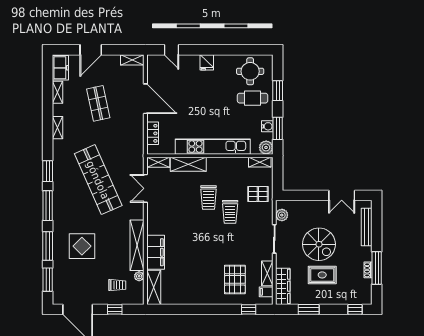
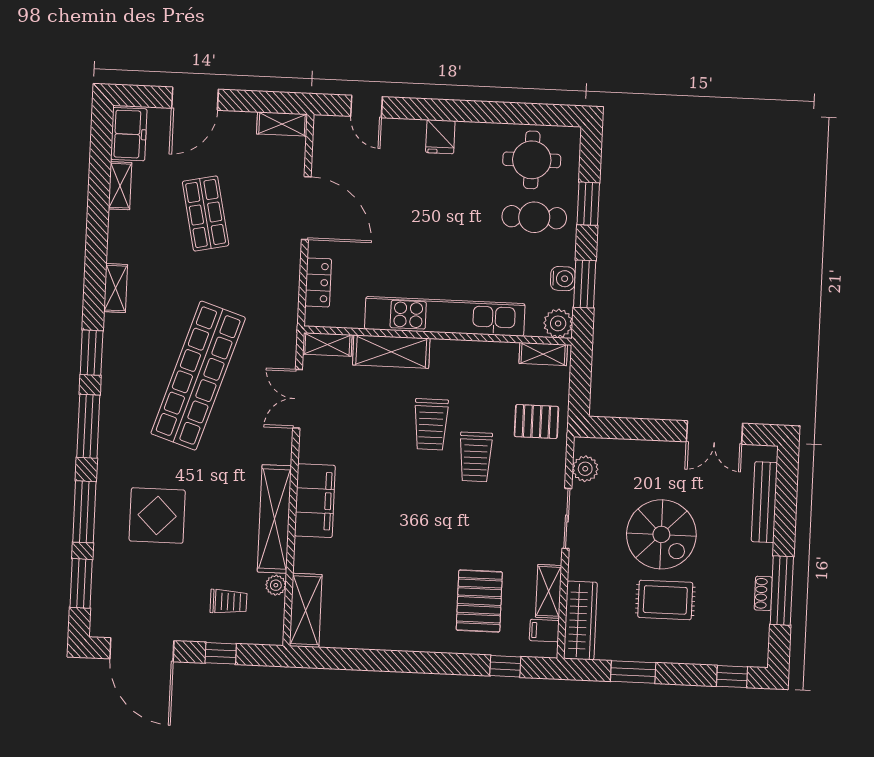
shelving: (58, 128) -> (116, 288), moved
shop shelf: (98, 180) -> (198, 376), turned 42
filing cabinet: (156, 252) -> (315, 501), moved

